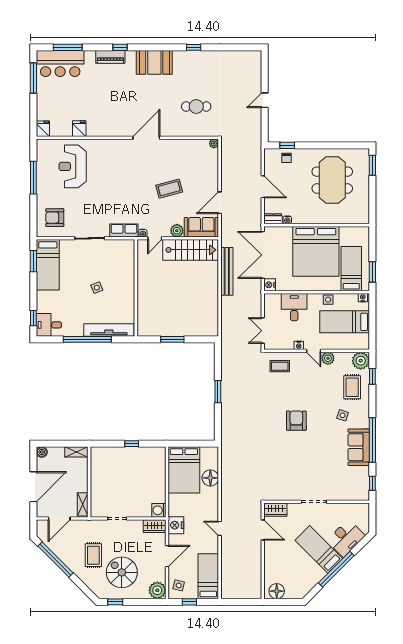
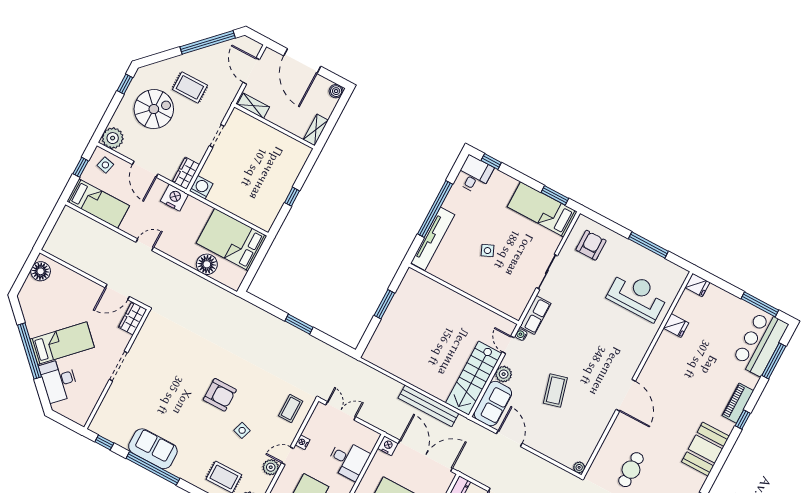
side table: (343, 415) -> (242, 430), moved

